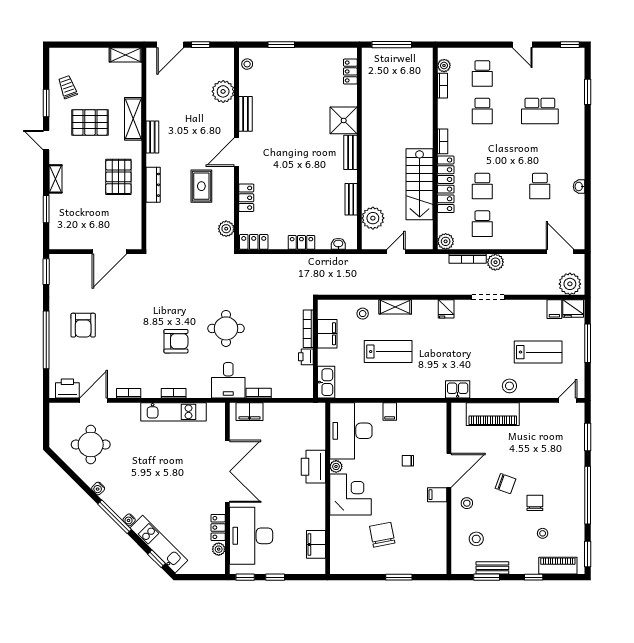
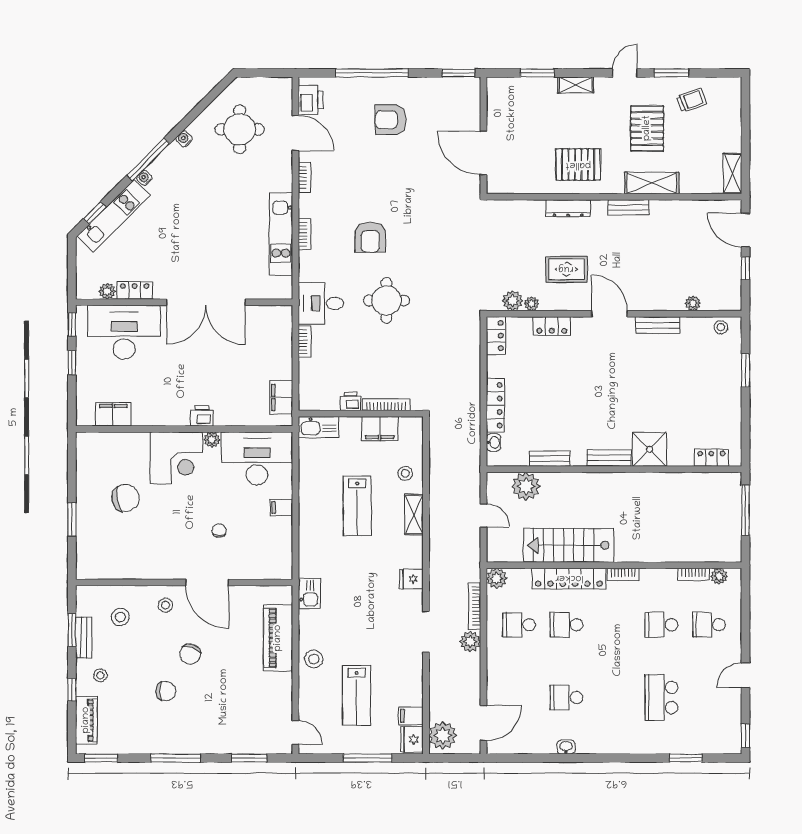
plant: (223, 91) -> (693, 303), width x0.53, depth x0.53
plant: (229, 214) -> (532, 304), added
locker: (301, 242) -> (495, 405), width x1.53
filing cabinet: (250, 412) -> (281, 398), moved
printer: (313, 467) -> (202, 416), width x0.53, depth x0.68
filing cabinet: (437, 495) -> (176, 568), removed
window: (588, 495) -> (176, 758), width x0.68
stool: (543, 533) -> (100, 675), moved

